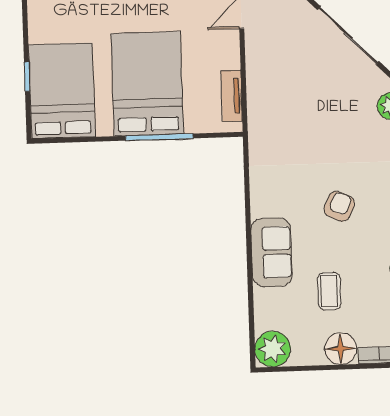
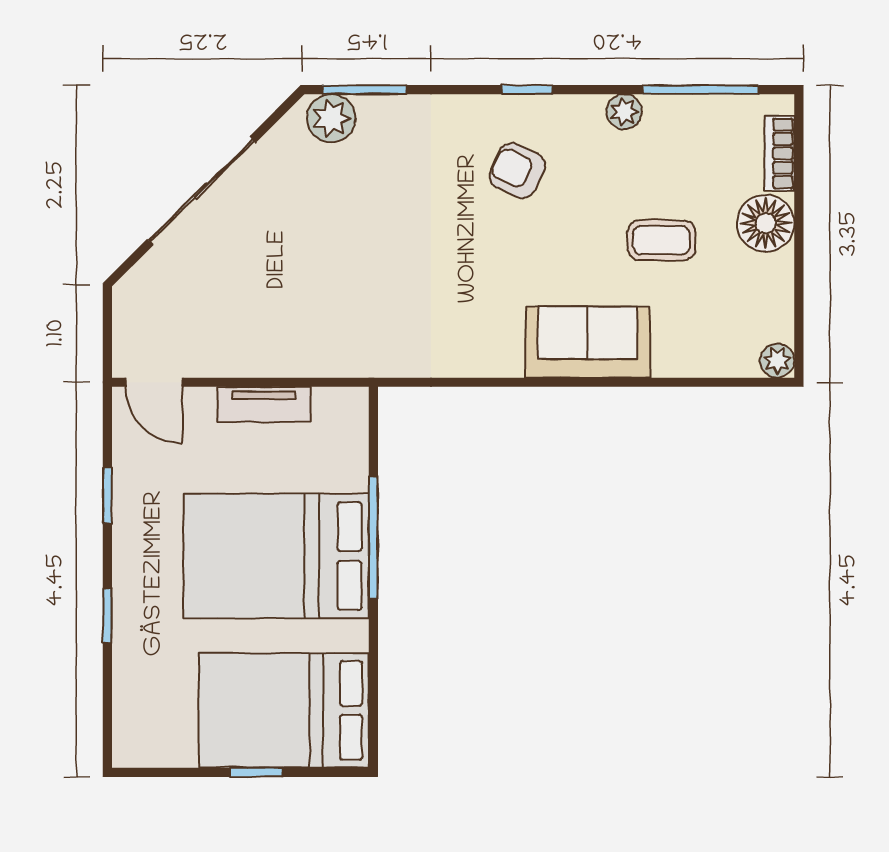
tv unit: (232, 96) -> (264, 404), moved
armchair: (339, 206) -> (517, 171), moved
plant: (273, 349) -> (777, 361), width x0.53, depth x0.53

